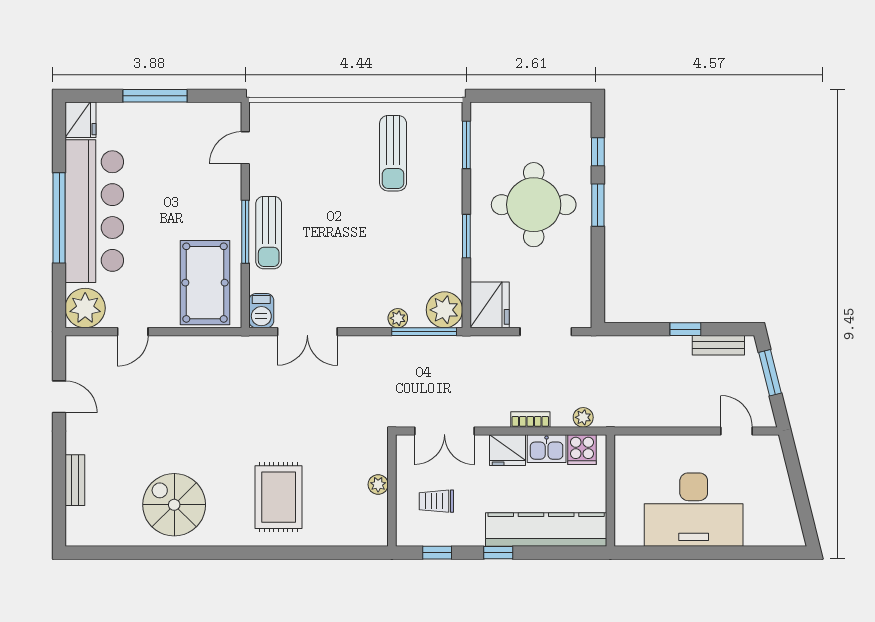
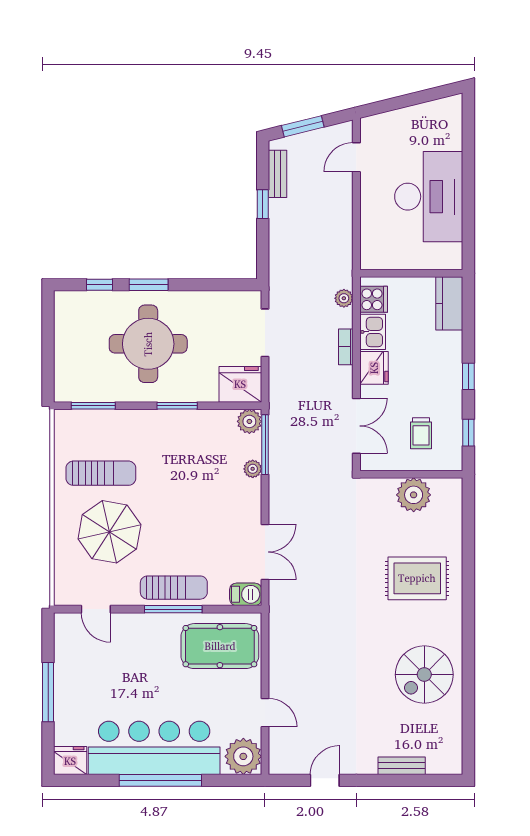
parasol: (329, 163) -> (109, 532), added
plant: (444, 310) -> (249, 421), width x0.73, depth x0.73
plant: (378, 484) -> (414, 495), width x1.87, depth x1.87
kitchen counter: (546, 530) -> (449, 303), width x0.48, depth x0.86

